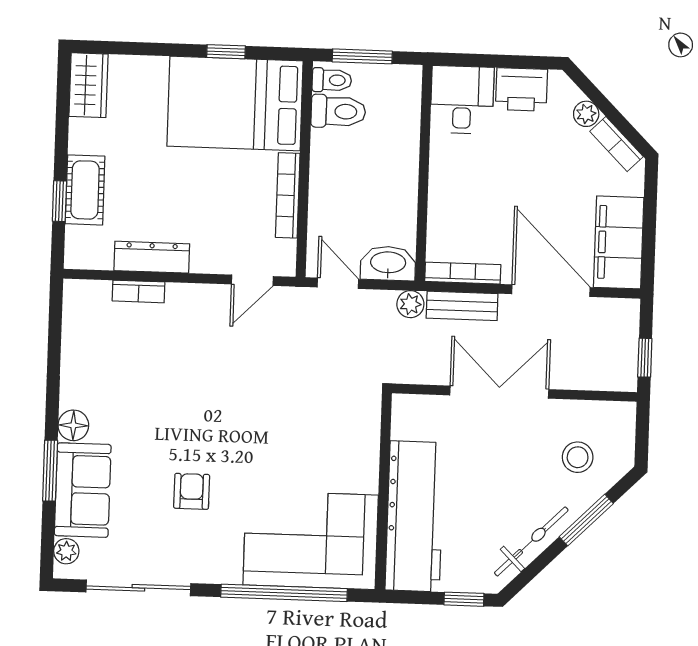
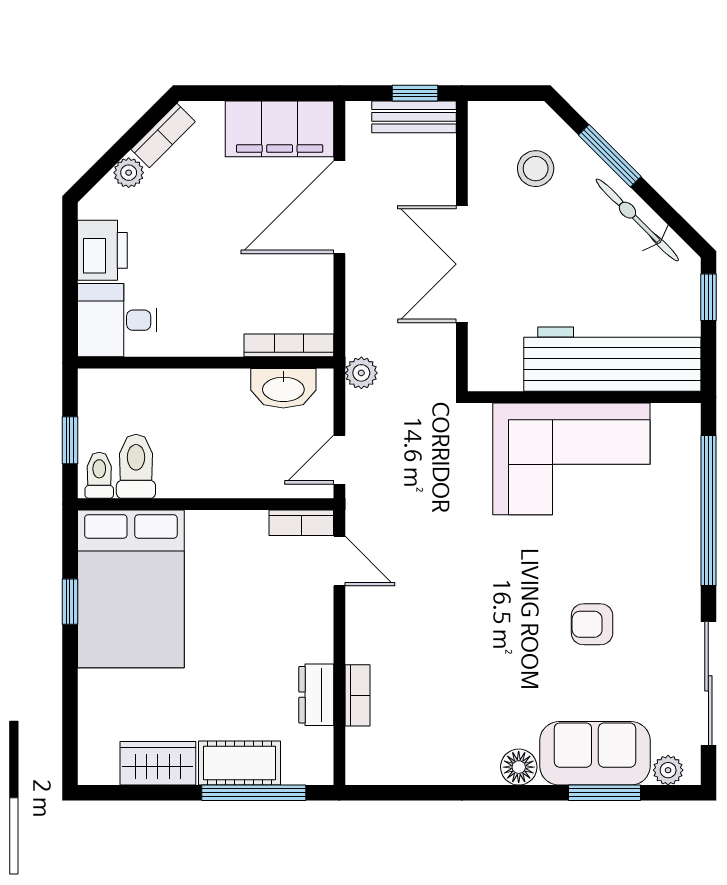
window: (362, 56) -> (70, 440), width x0.67
wardrobe: (88, 85) -> (158, 763), moved
bookcase: (288, 195) -> (301, 523), moved, width x0.64
window: (59, 201) -> (254, 793), width x2.17
dresser: (152, 257) -> (316, 695), width x0.70
washbasin: (388, 263) -> (283, 388), moved, turned -90
bookcase: (463, 273) -> (289, 345), moved, turned 90
bench: (462, 306) -> (414, 117), moved, turned 90
window: (50, 471) -> (605, 793), moved
corner sofa: (311, 540) -> (571, 459), moved, turned -90

